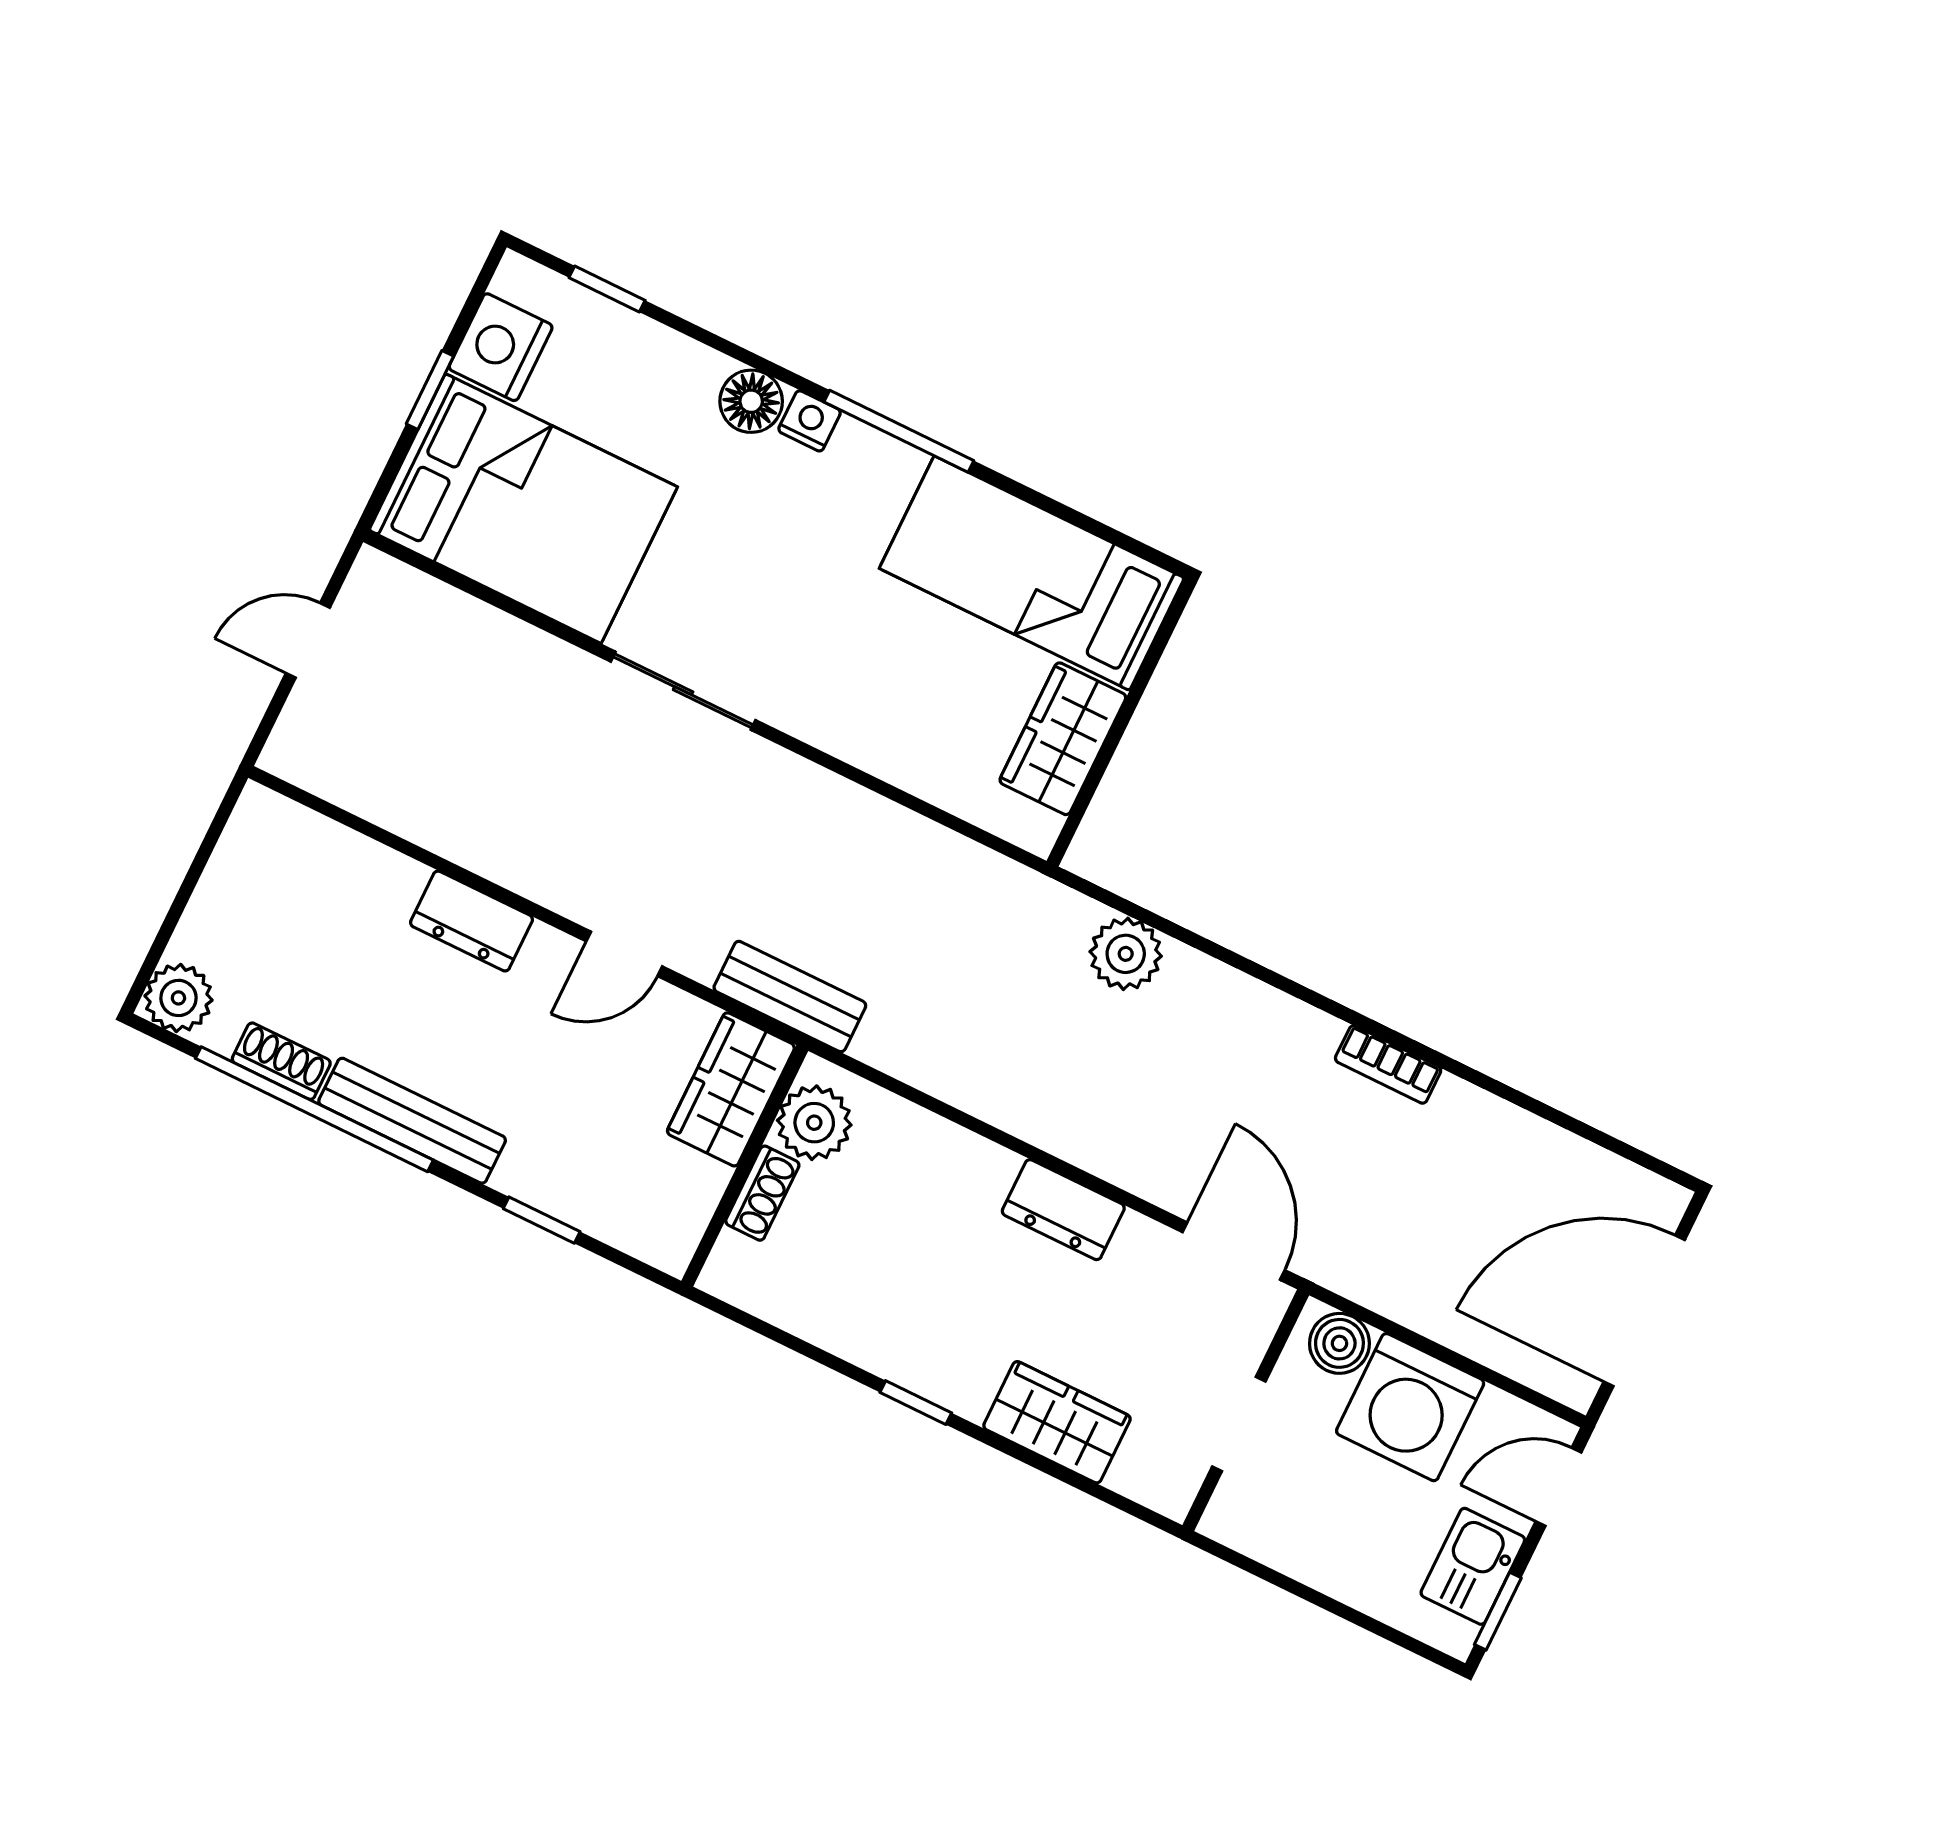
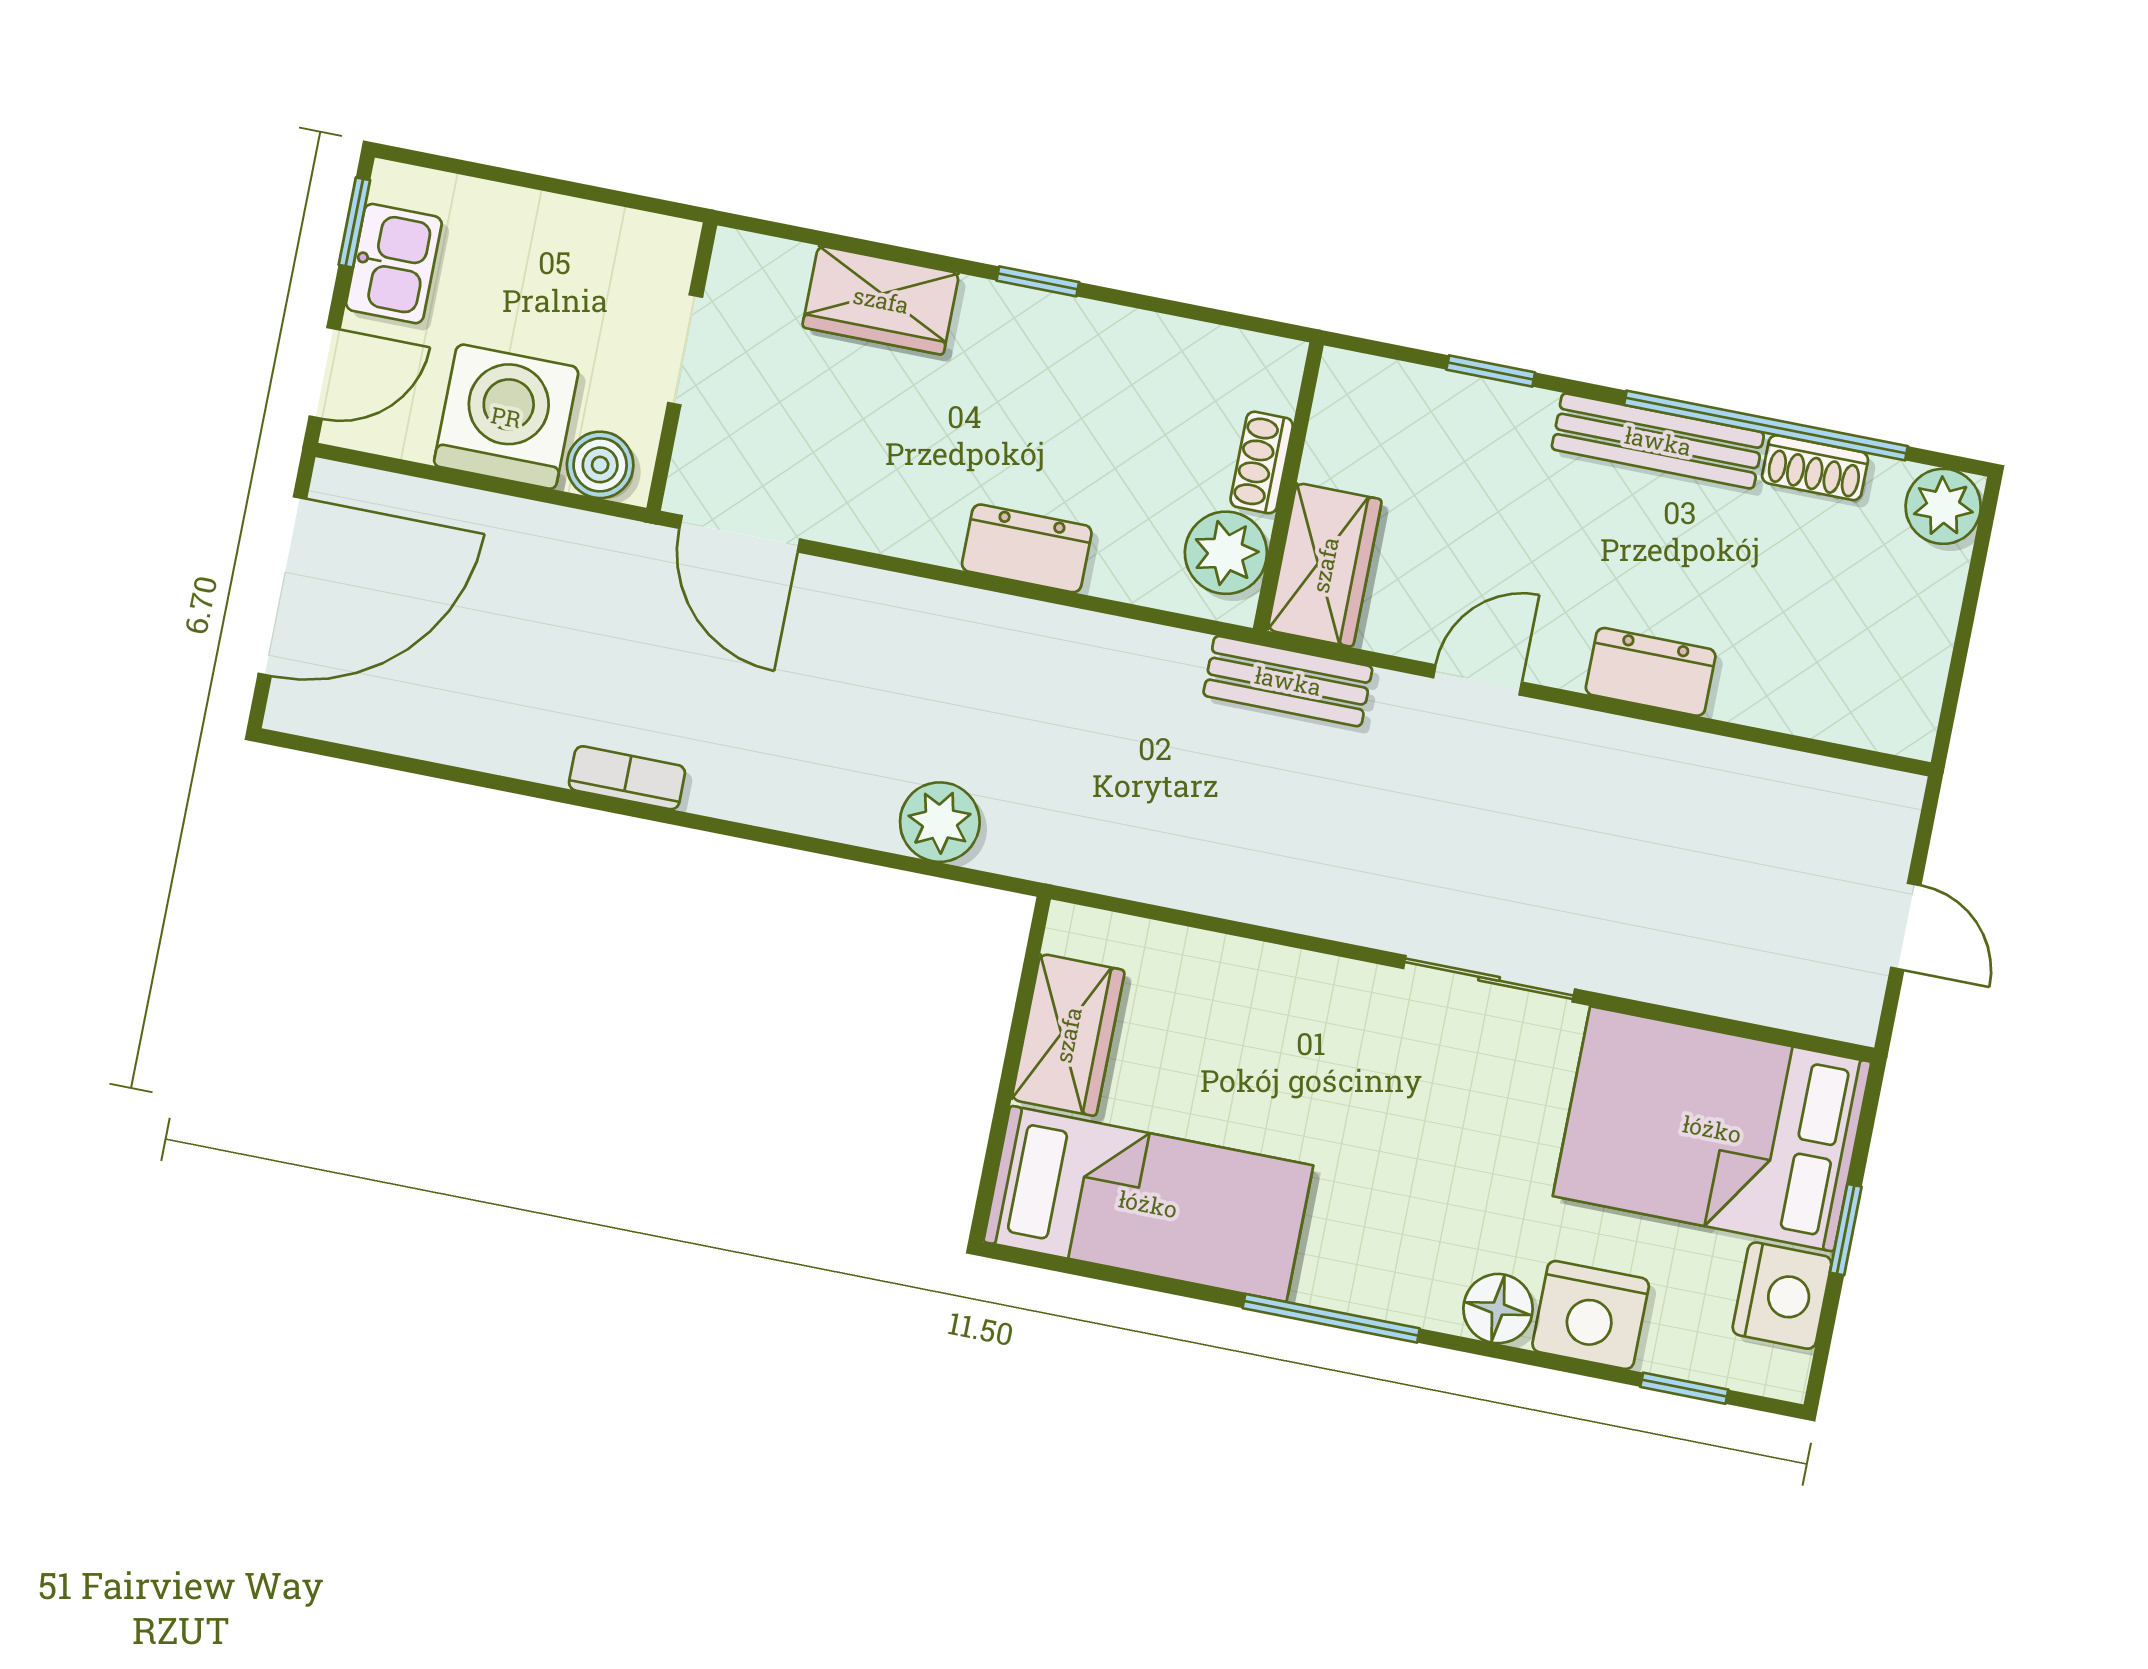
nightstand: (810, 421) -> (1591, 1315), moved, width x1.89, depth x1.79
door: (308, 640) -> (1906, 926), hinge flipped
dresser: (1063, 1210) -> (1027, 548), moved

